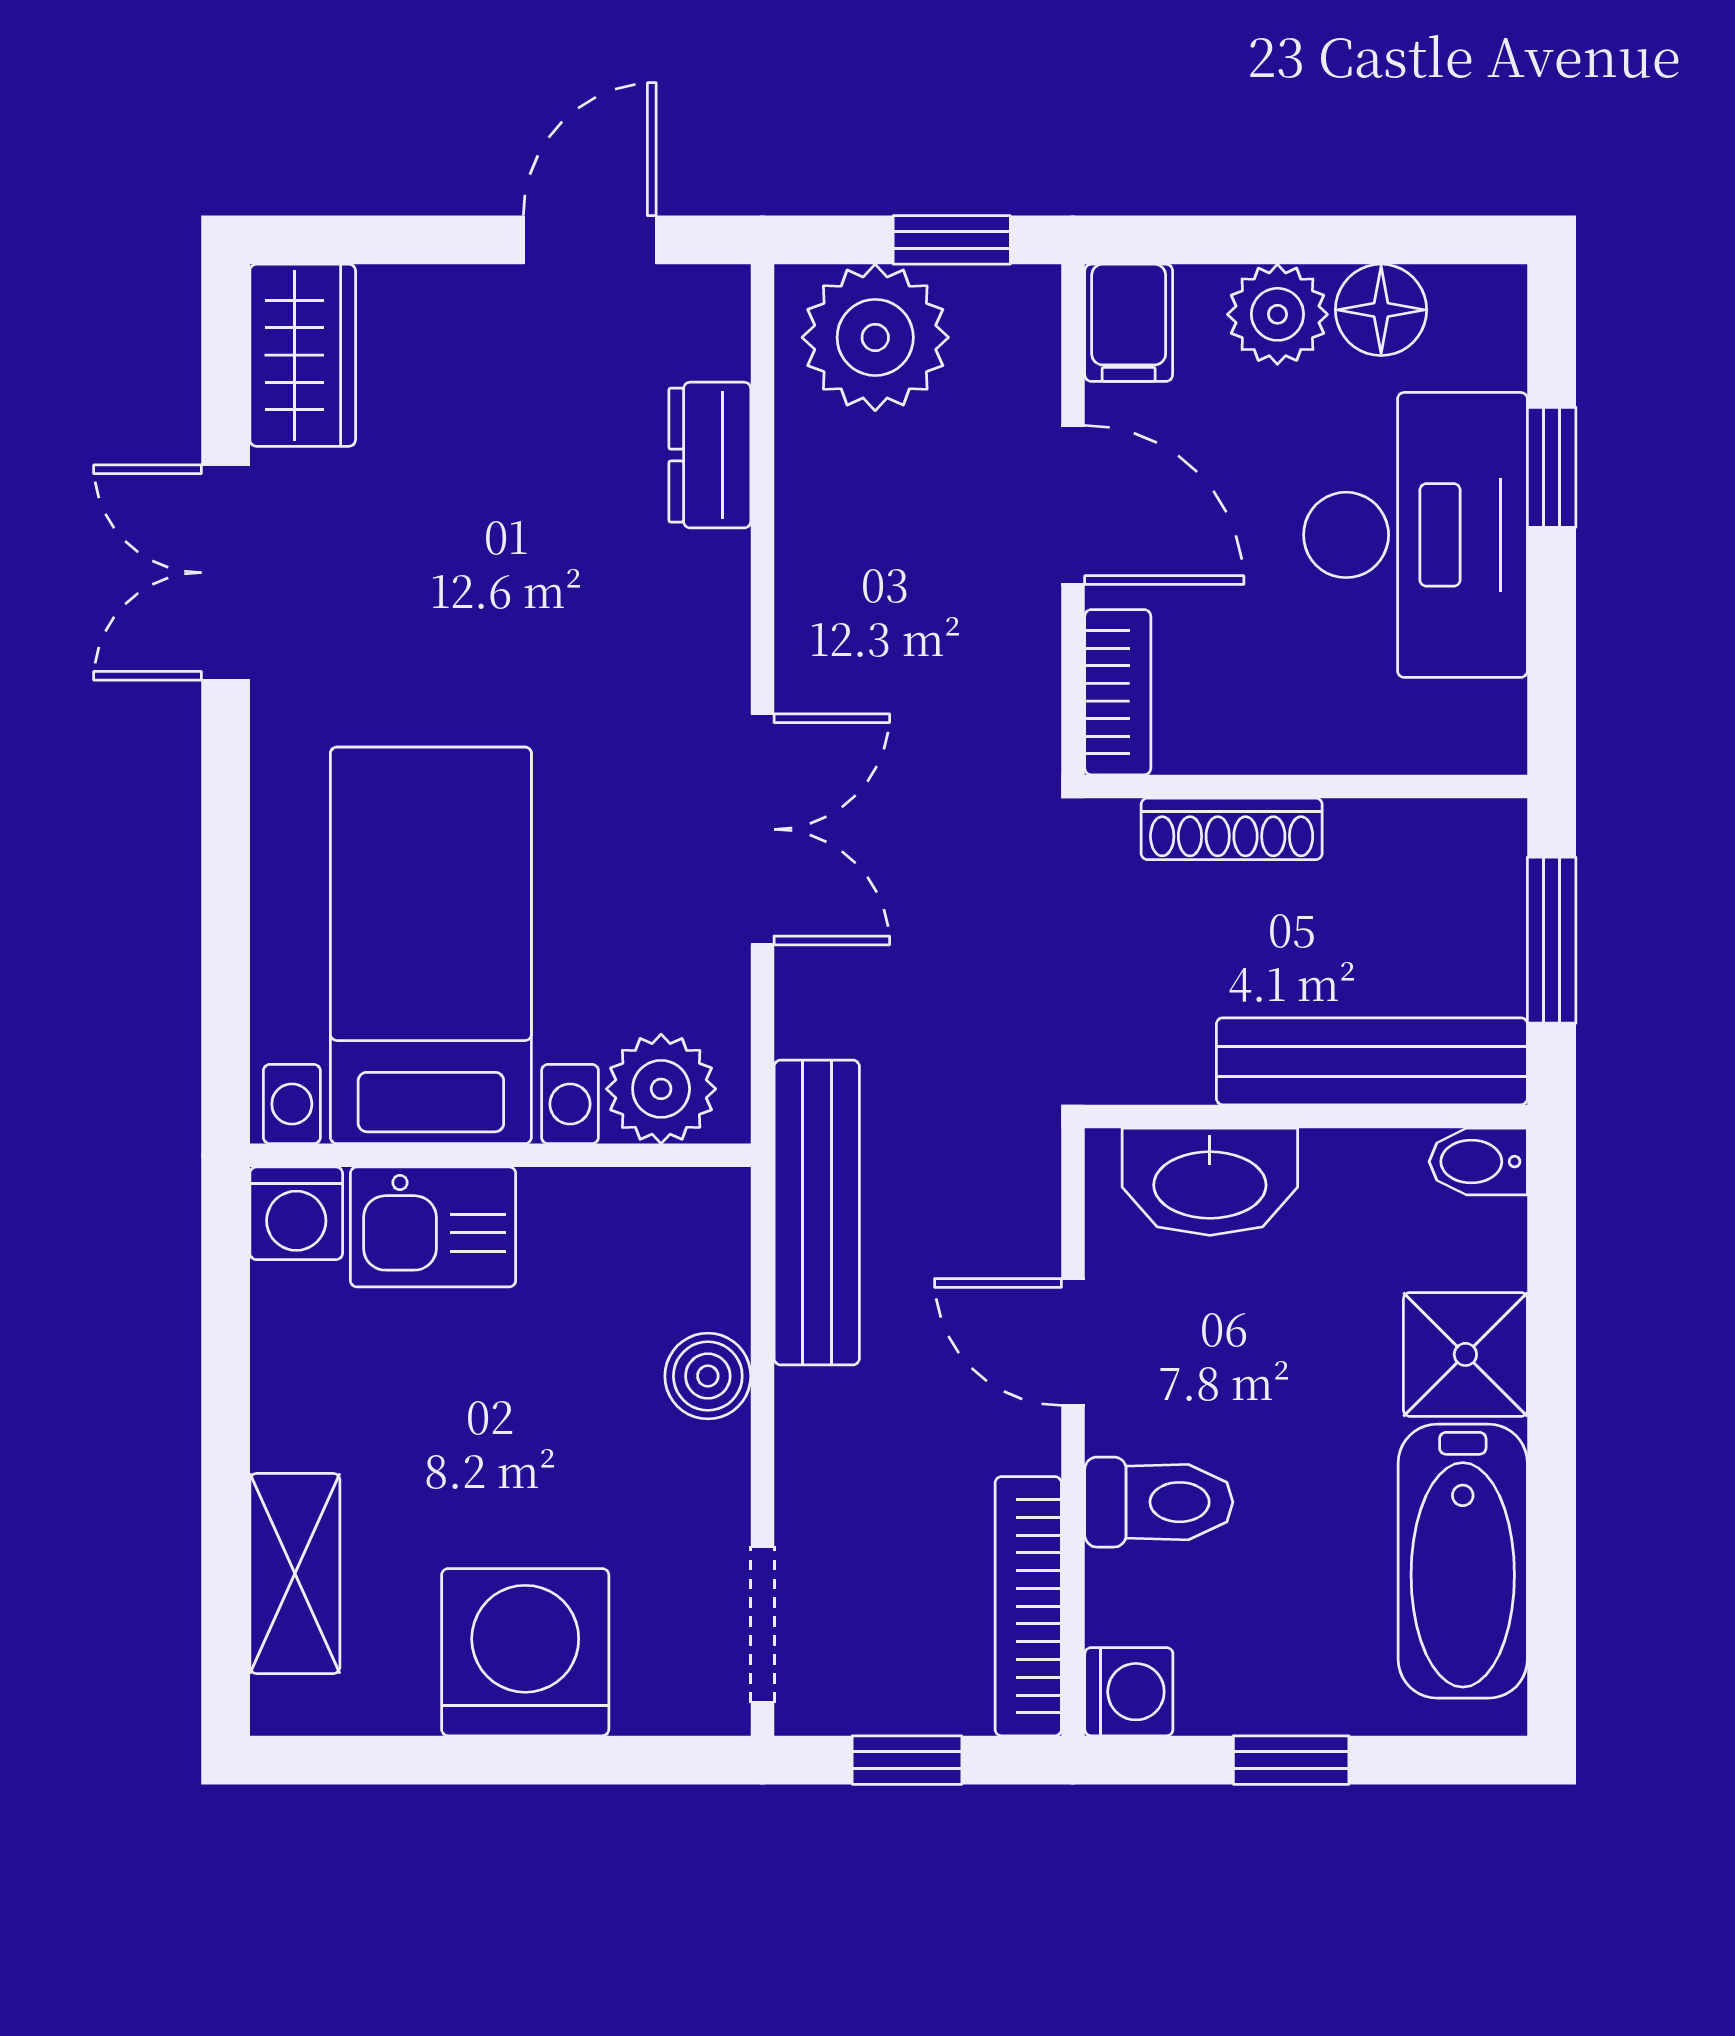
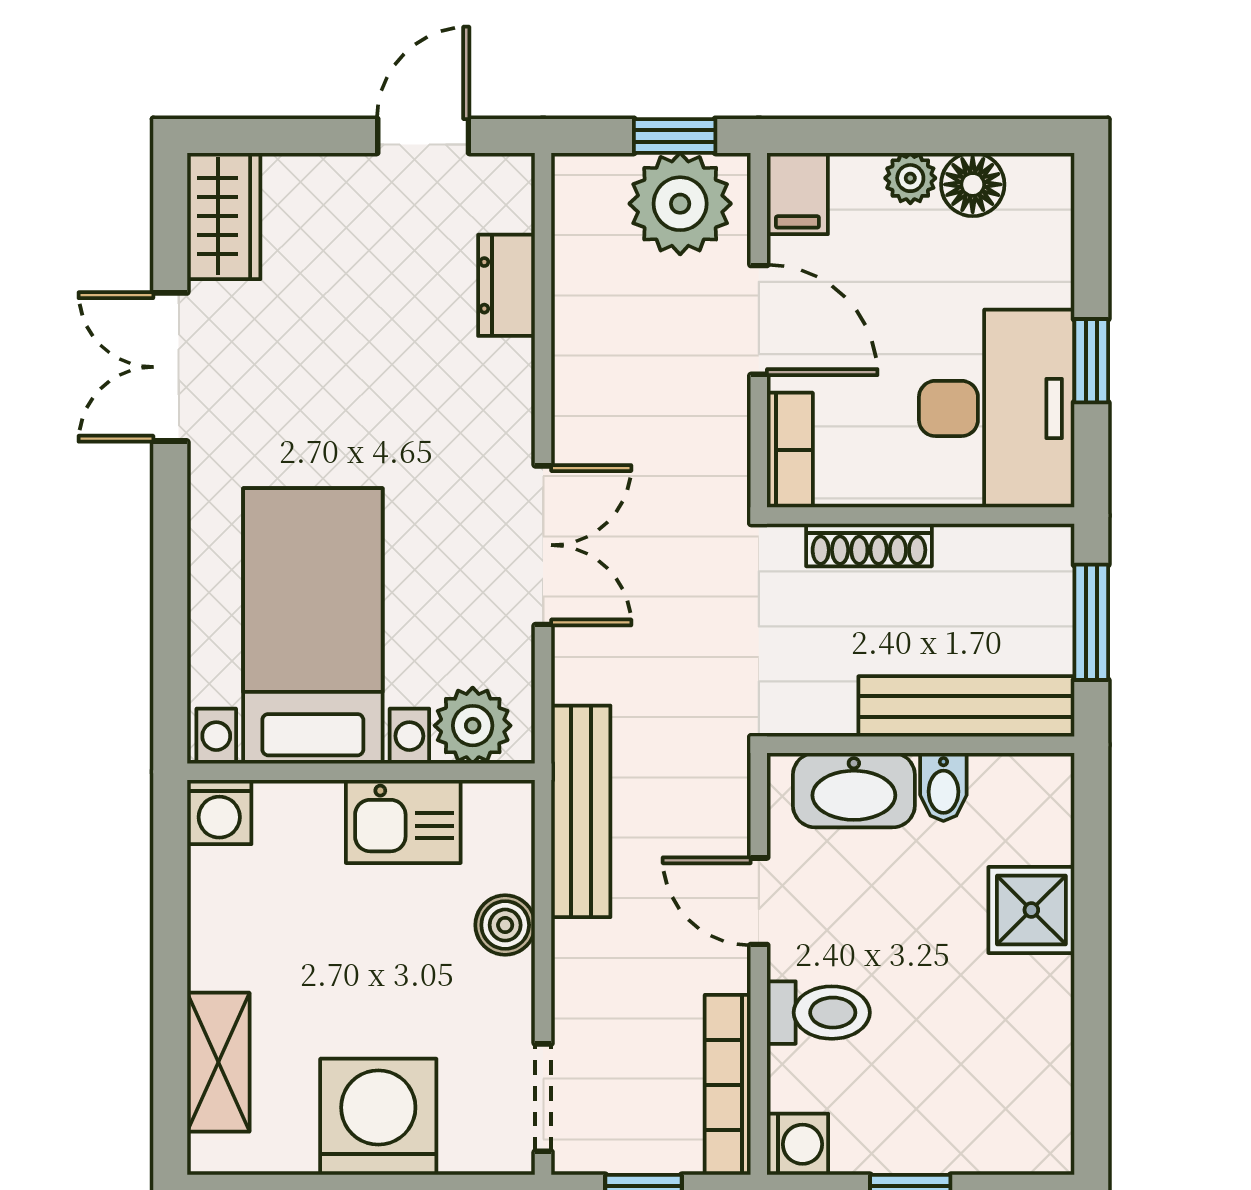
plant: (1277, 314) -> (910, 178), width x0.73, depth x0.73
plant: (875, 337) -> (680, 204), moved
window: (1552, 467) -> (1091, 361), moved
desk: (1415, 535) -> (997, 408), moved
bidet: (1478, 1162) -> (943, 787), moved, turned -90
kitchen sink: (433, 1227) -> (403, 821), moved
bathtub: (1463, 1561) -> (1030, 1054), removed

